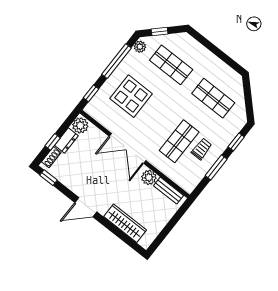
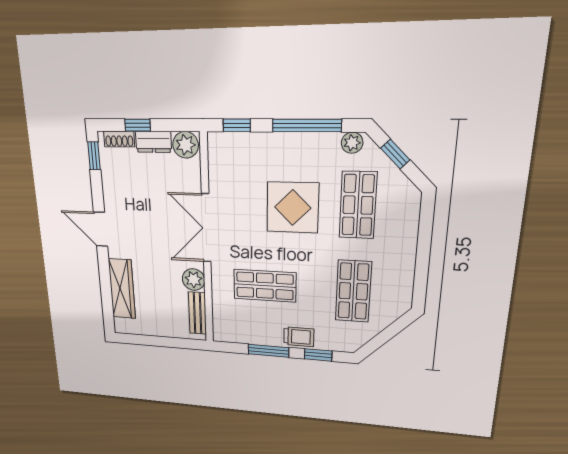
display table: (131, 96) -> (293, 207), moved
trolley: (202, 149) -> (299, 337), moved

